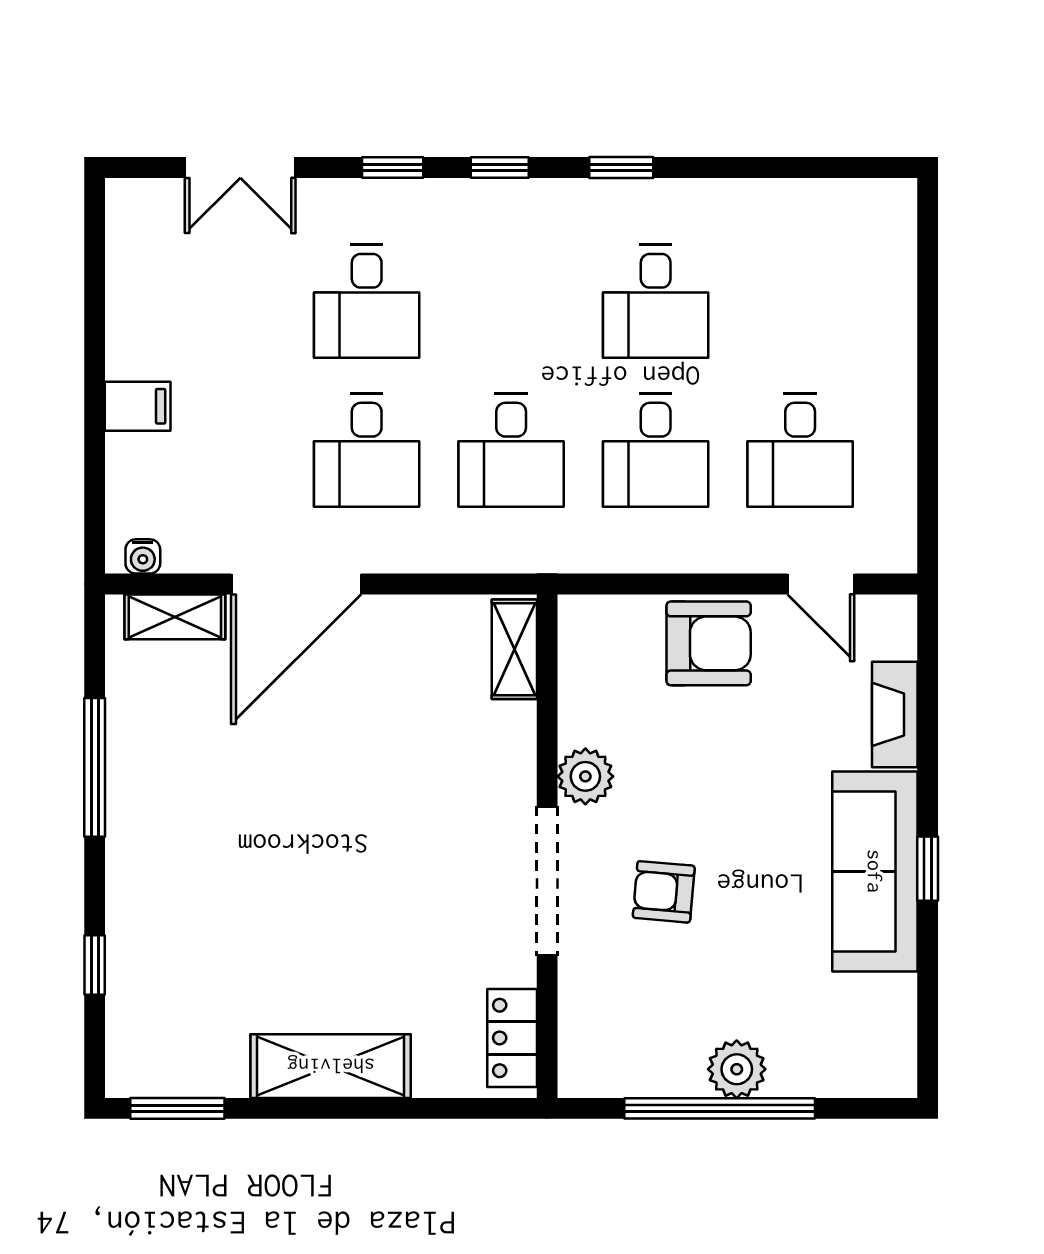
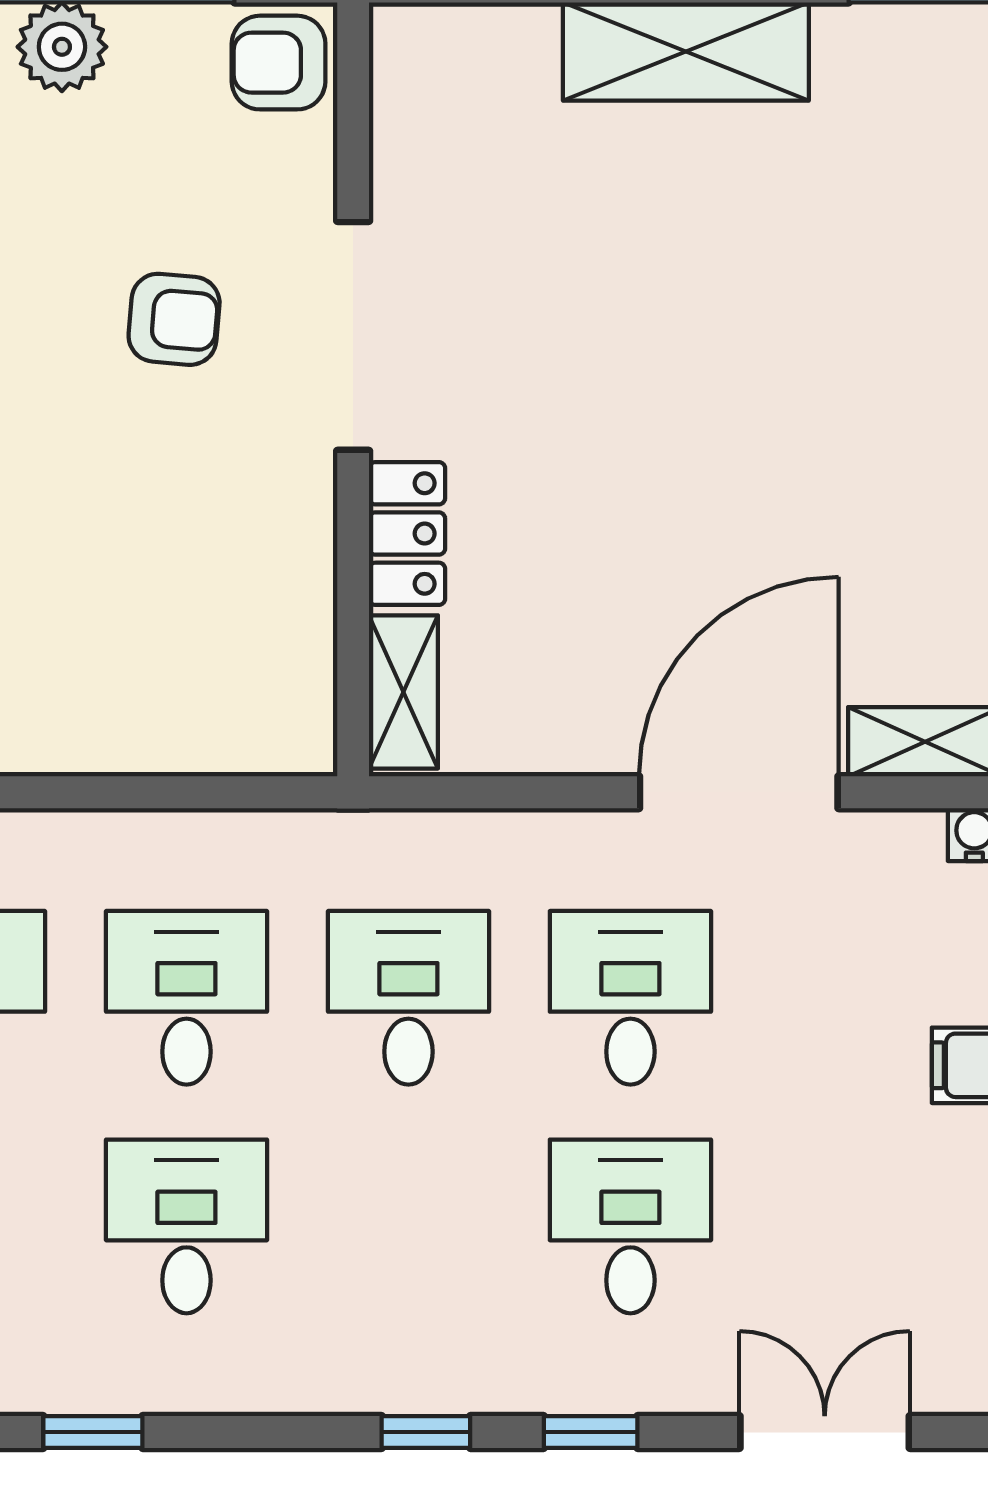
window: (621, 168) -> (93, 1432), moved
armchair: (709, 643) -> (279, 63), moved, width x0.72, depth x0.72
plant: (585, 776) -> (294, 497), removed
locker: (512, 1038) -> (407, 534), moved

